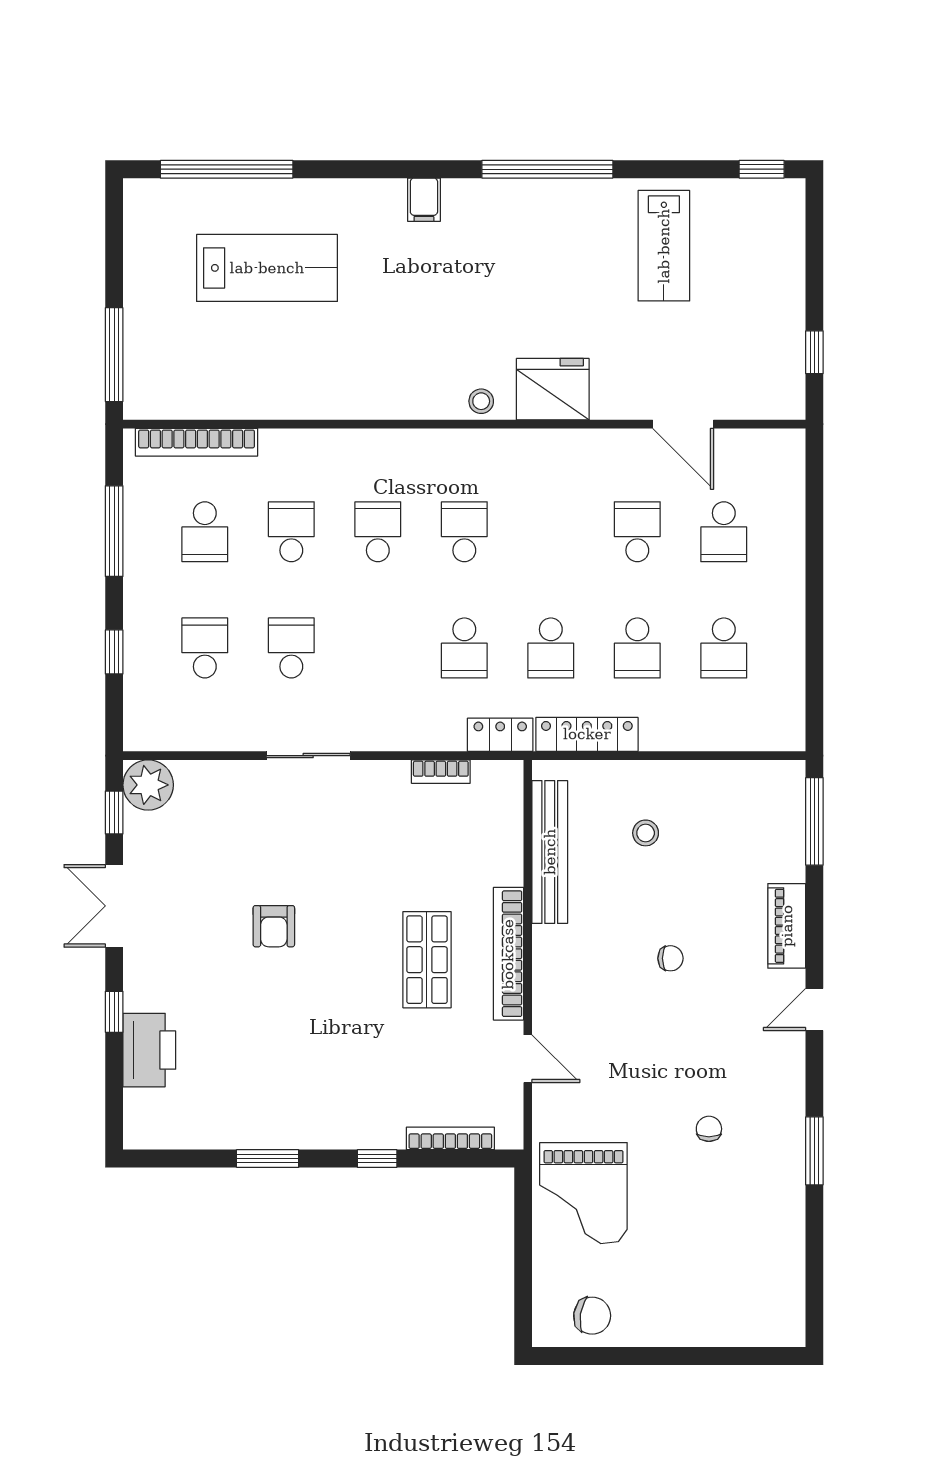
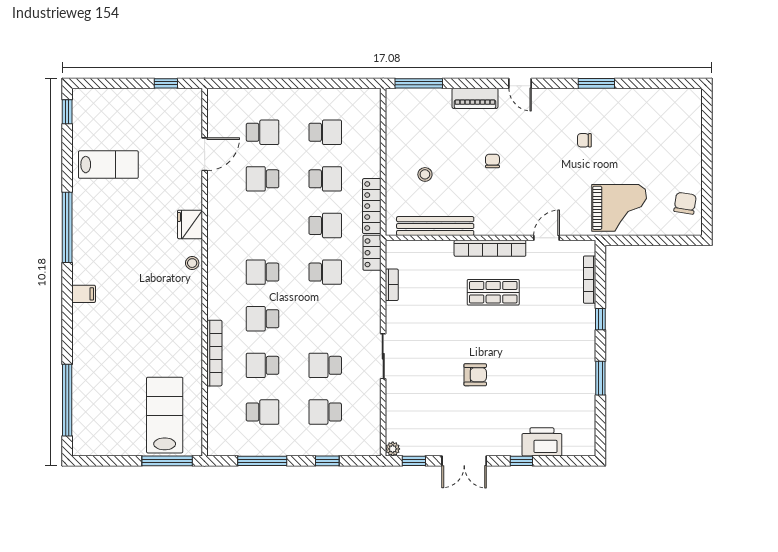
lab bench: (267, 268) -> (165, 415), moved
fridge: (553, 389) -> (190, 224), width x0.73, depth x0.75
bookcase: (197, 442) -> (214, 353), moved
plant: (148, 785) -> (393, 449), width x0.53, depth x0.53

